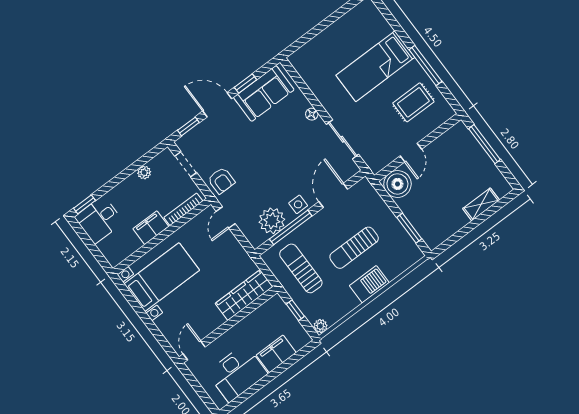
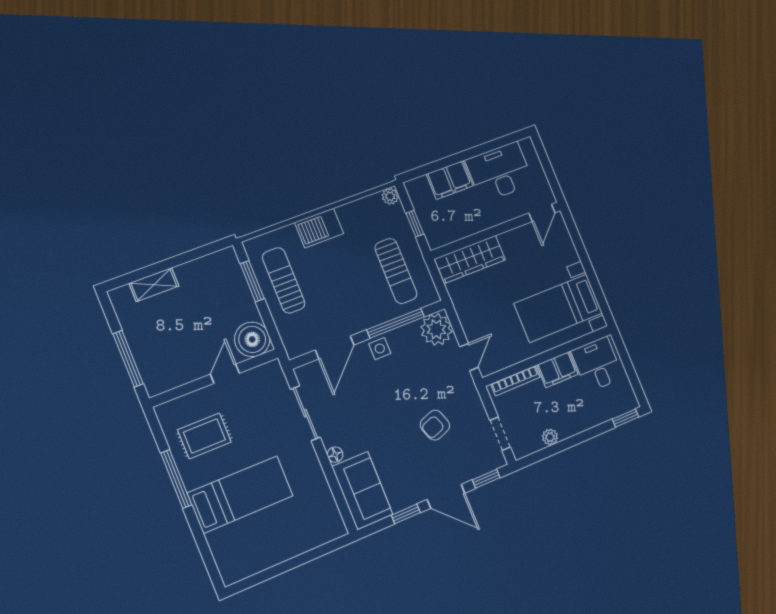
sofa: (264, 93) -> (362, 491), moved, turned 90
armchair: (221, 181) -> (435, 425), moved, turned -110
desk: (99, 220) -> (597, 364), moved, turned -90
plant: (272, 221) -> (436, 329), moved
sun lounger: (354, 248) -> (284, 280), moved, turned -90

